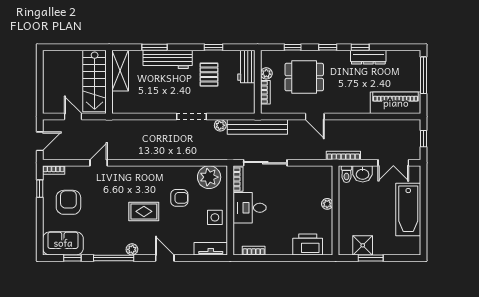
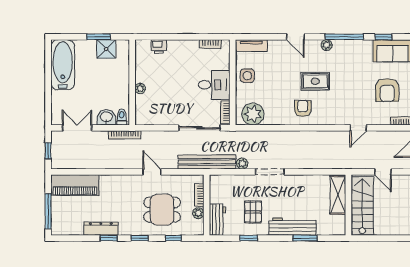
shelving: (120, 71) -> (338, 195), moved
armchair: (179, 198) -> (303, 108), moved, turned 90
bathtub: (408, 210) -> (63, 65), moved
printer: (308, 244) -> (159, 46), width x0.53, depth x0.68

